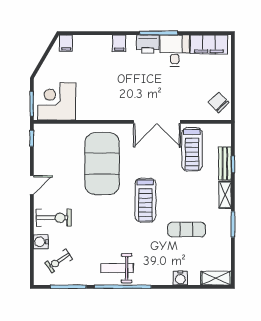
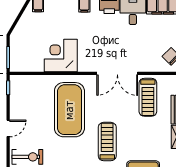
corner desk: (57, 101) -> (61, 55), moved
treadmill: (145, 200) -> (107, 142), turned 180

